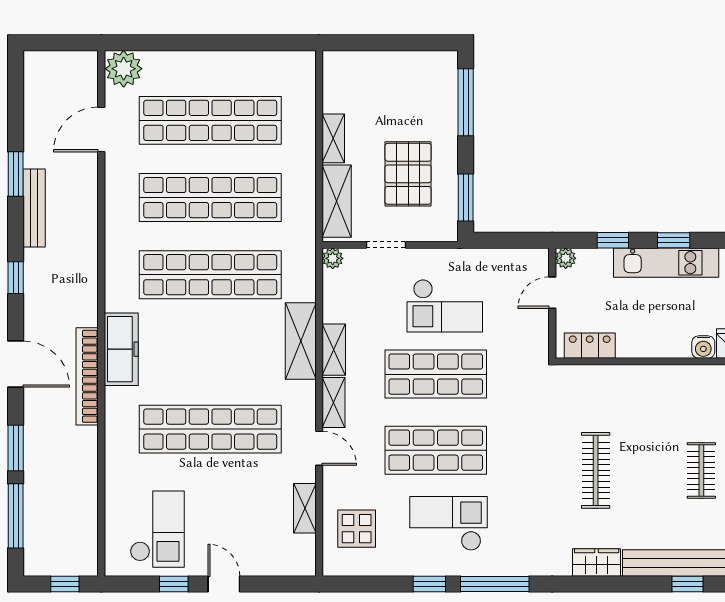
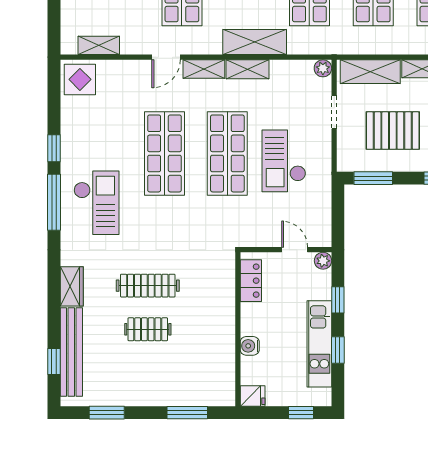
water cooler: (703, 347) -> (250, 346), moved
clothes rail: (701, 470) -> (148, 329), moved
shelving: (305, 508) -> (99, 45), moved
checkout: (449, 523) -> (96, 203), moved
display table: (357, 529) -> (80, 79), moved

